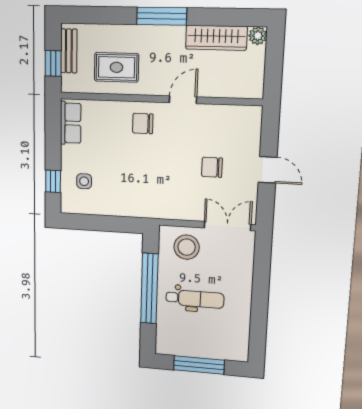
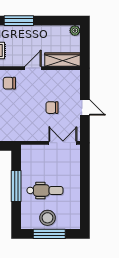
wardrobe: (216, 38) -> (62, 60), moved, turned 180
stool: (187, 247) -> (48, 218), moved
window: (149, 289) -> (16, 186), width x0.68

